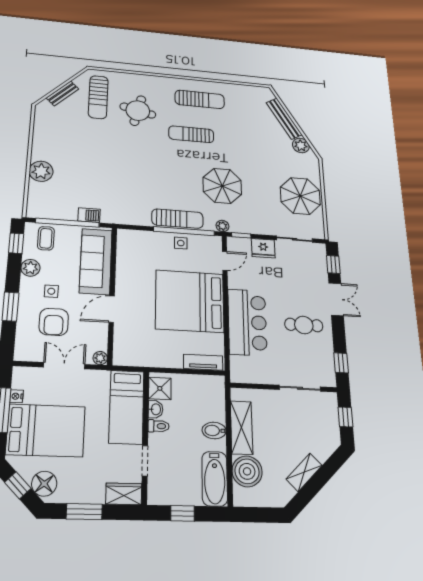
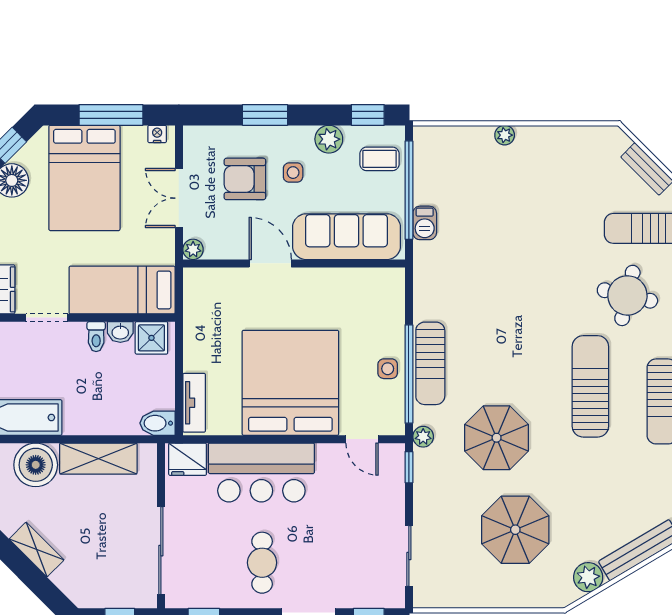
sun lounger: (191, 134) -> (590, 386), width x1.36, depth x1.34
plant: (41, 171) -> (505, 135), width x0.53, depth x0.53
parasol: (300, 196) -> (515, 530), moved
fridge: (263, 248) -> (188, 459), moved, turned -90
double door: (64, 366) -> (179, 198), swing flipped
sliding door: (300, 388) -> (161, 551), width x1.37
nightstand: (16, 396) -> (157, 134), moved
bidet: (214, 431) -> (158, 423), moved, turned -90

